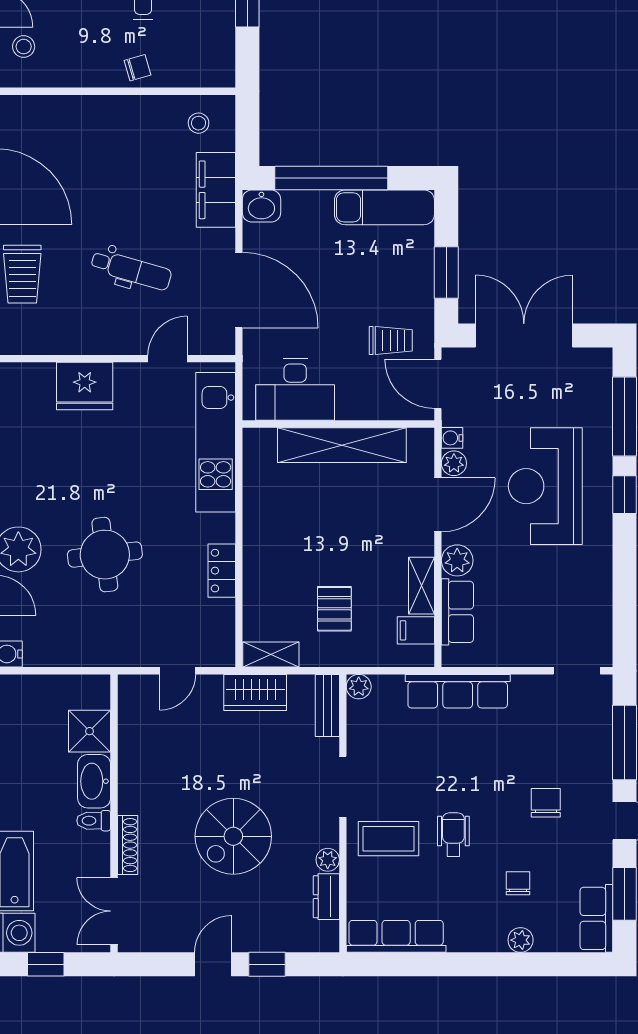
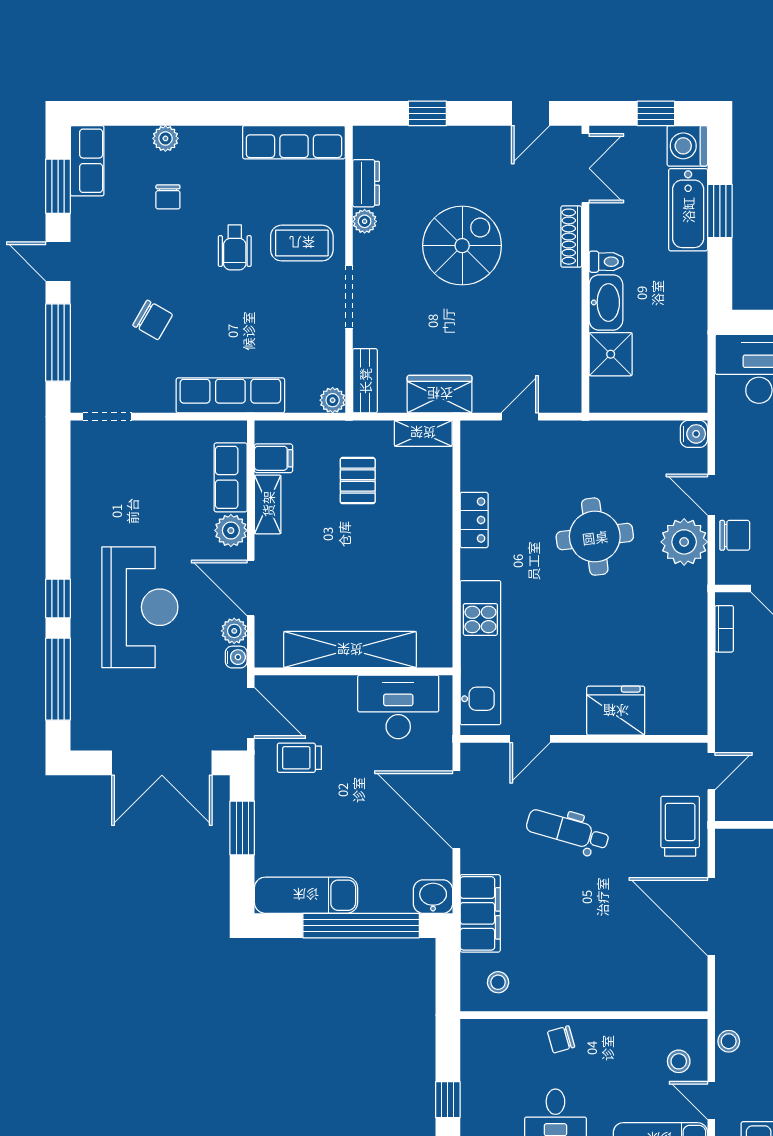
door: (438, 505) -> (251, 588), hinge flipped
chair: (546, 803) -> (153, 320), moved, turned -60
door: (213, 964) -> (531, 113), moved

